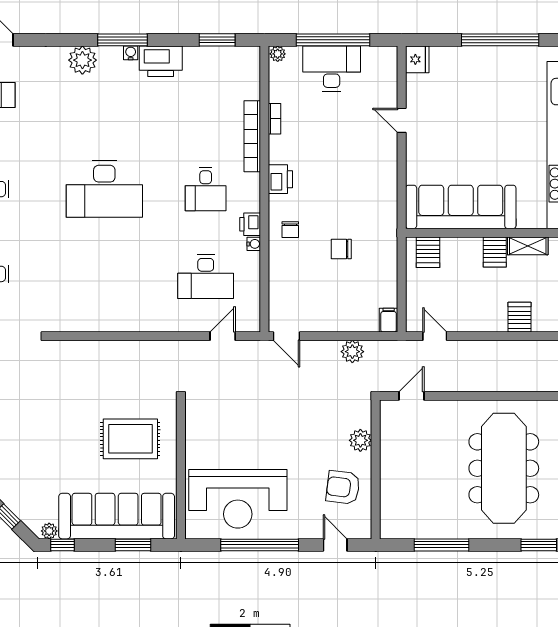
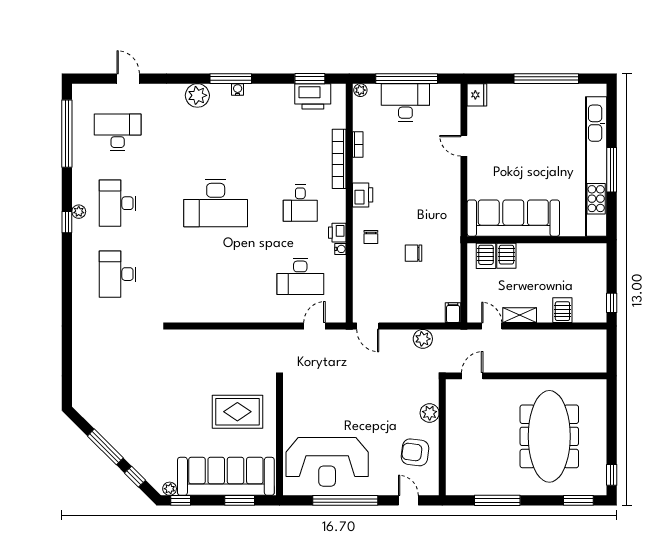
printer: (161, 61) -> (313, 96), moved
shelving: (528, 246) -> (520, 315), moved
server rack: (495, 252) -> (506, 256), moved

